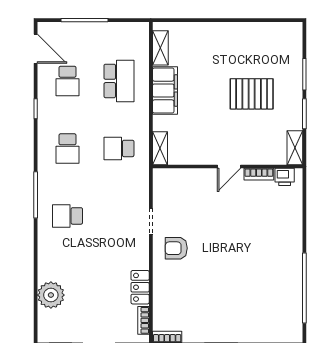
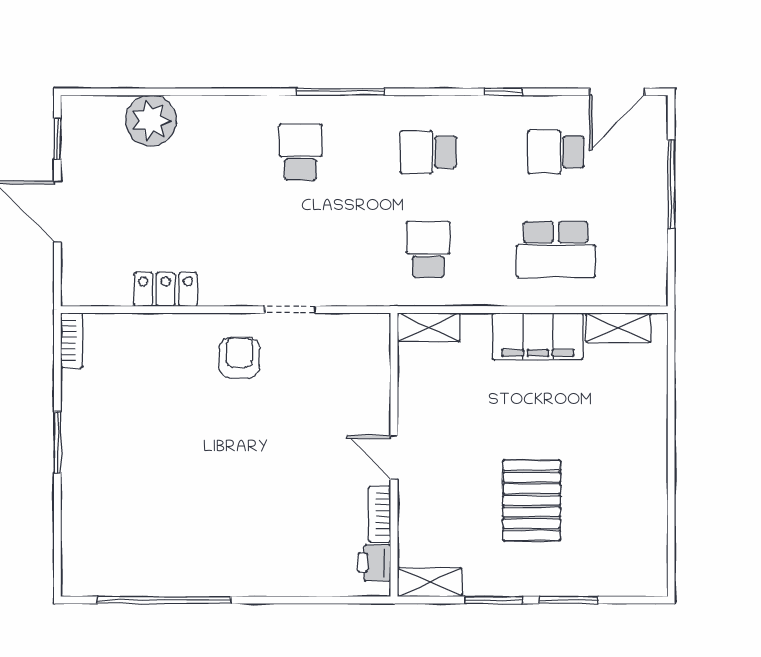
bookcase: (143, 320) -> (103, 296), removed

